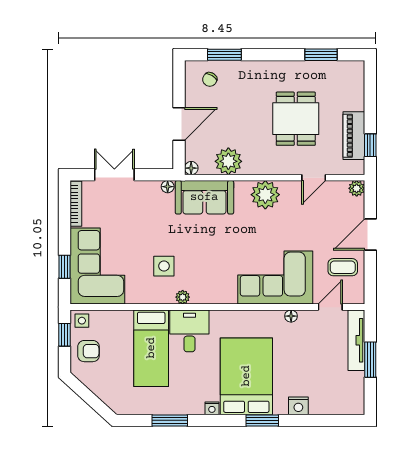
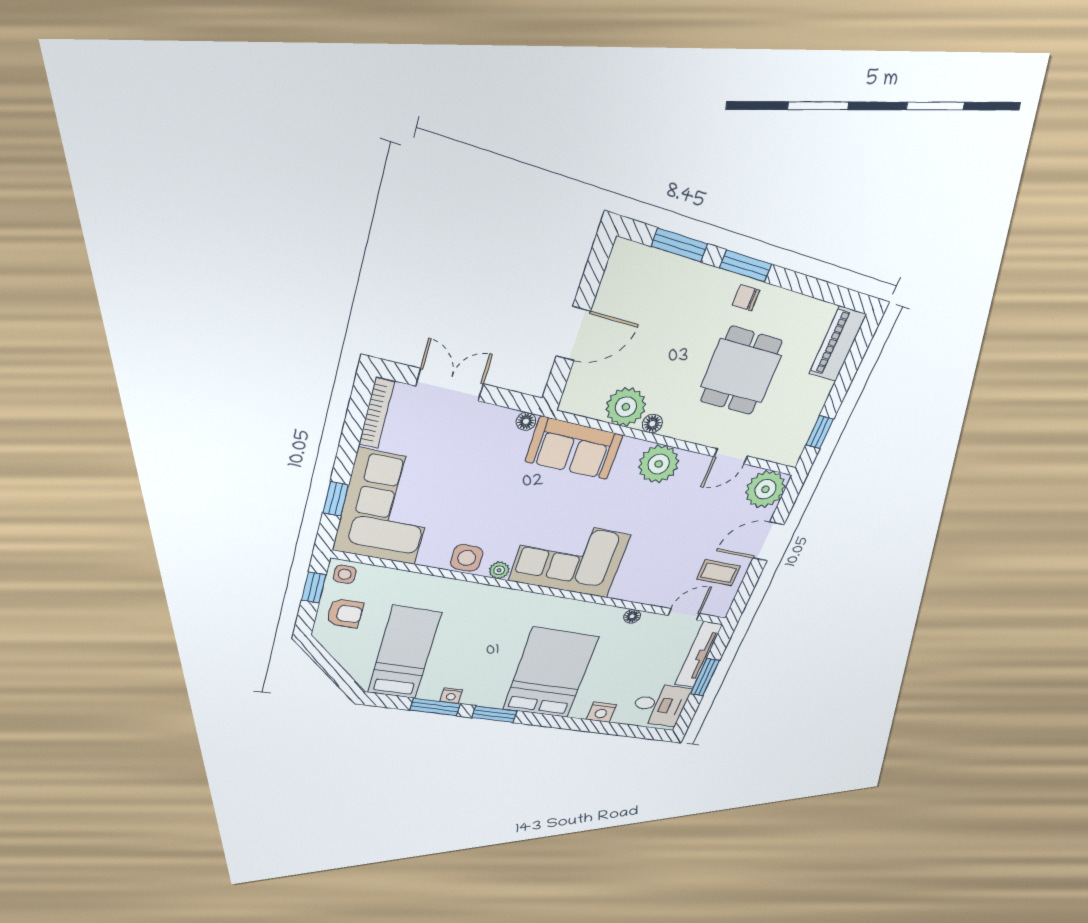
window: (321, 55) -> (746, 266), moved
chair: (210, 79) -> (746, 298), moved, turned 59
piano: (354, 136) -> (838, 344), moved
floor lamp: (191, 168) -> (652, 424), moved
plant: (357, 188) -> (765, 489), width x1.88, depth x1.88
side table: (164, 266) -> (467, 558), moved
corner sofa: (275, 278) -> (570, 558), moved
desk: (189, 331) -> (660, 705), moved, turned 90
bed: (151, 348) -> (404, 653), moved, turned 180
nightstand: (212, 408) -> (451, 696), moved
window: (262, 420) -> (494, 714), moved

